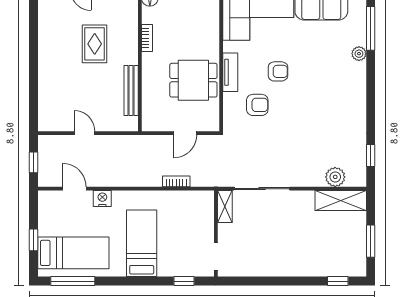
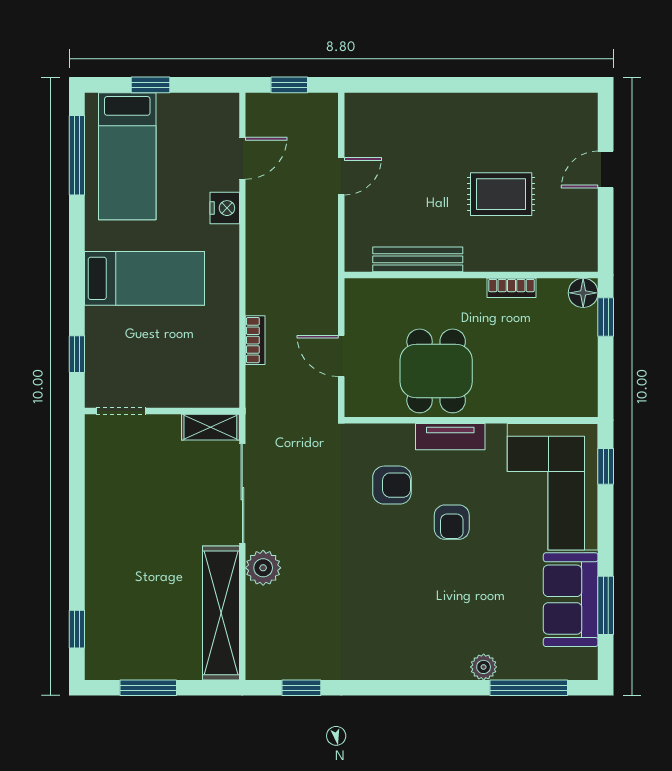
armchair: (257, 105) -> (392, 485), turned -90
plant: (335, 177) -> (263, 568), moved
shelving: (341, 200) -> (221, 613), width x1.47

